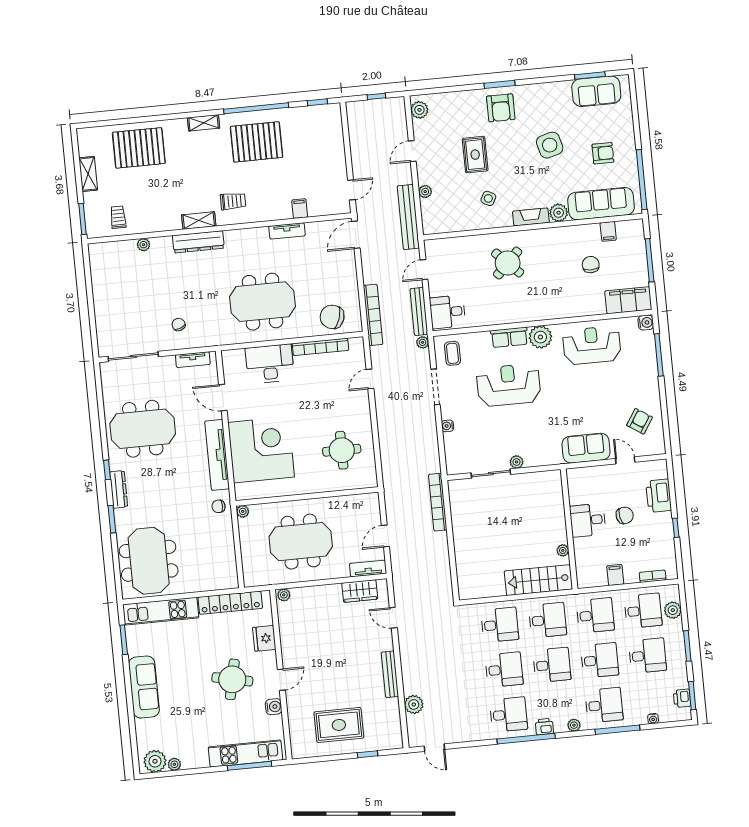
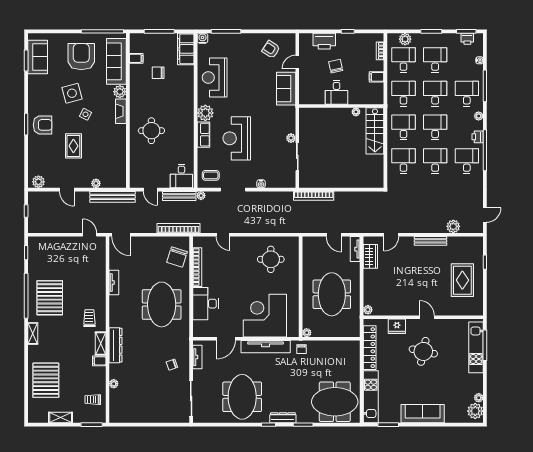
armchair: (603, 153) -> (81, 57), width x1.88, depth x1.88
rug: (475, 155) -> (73, 146), turned 90
side table: (488, 198) -> (86, 114), moved
filing cabinet: (300, 209) -> (99, 361), moved
round table: (508, 263) -> (151, 131), turned 45
water cooler: (274, 707) -> (445, 324), removed

